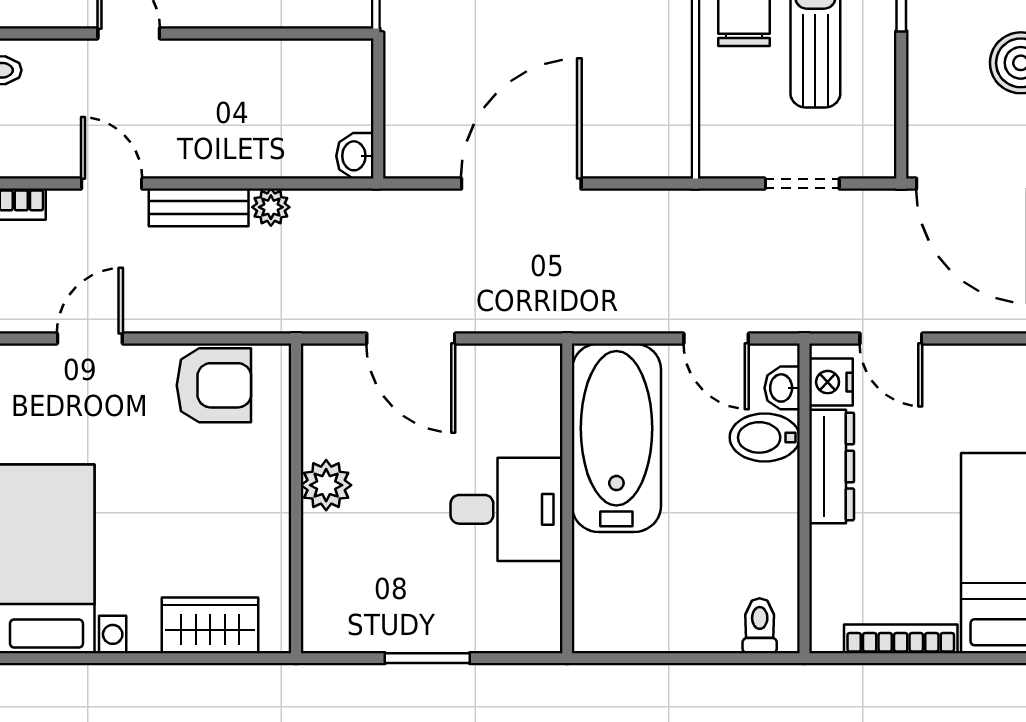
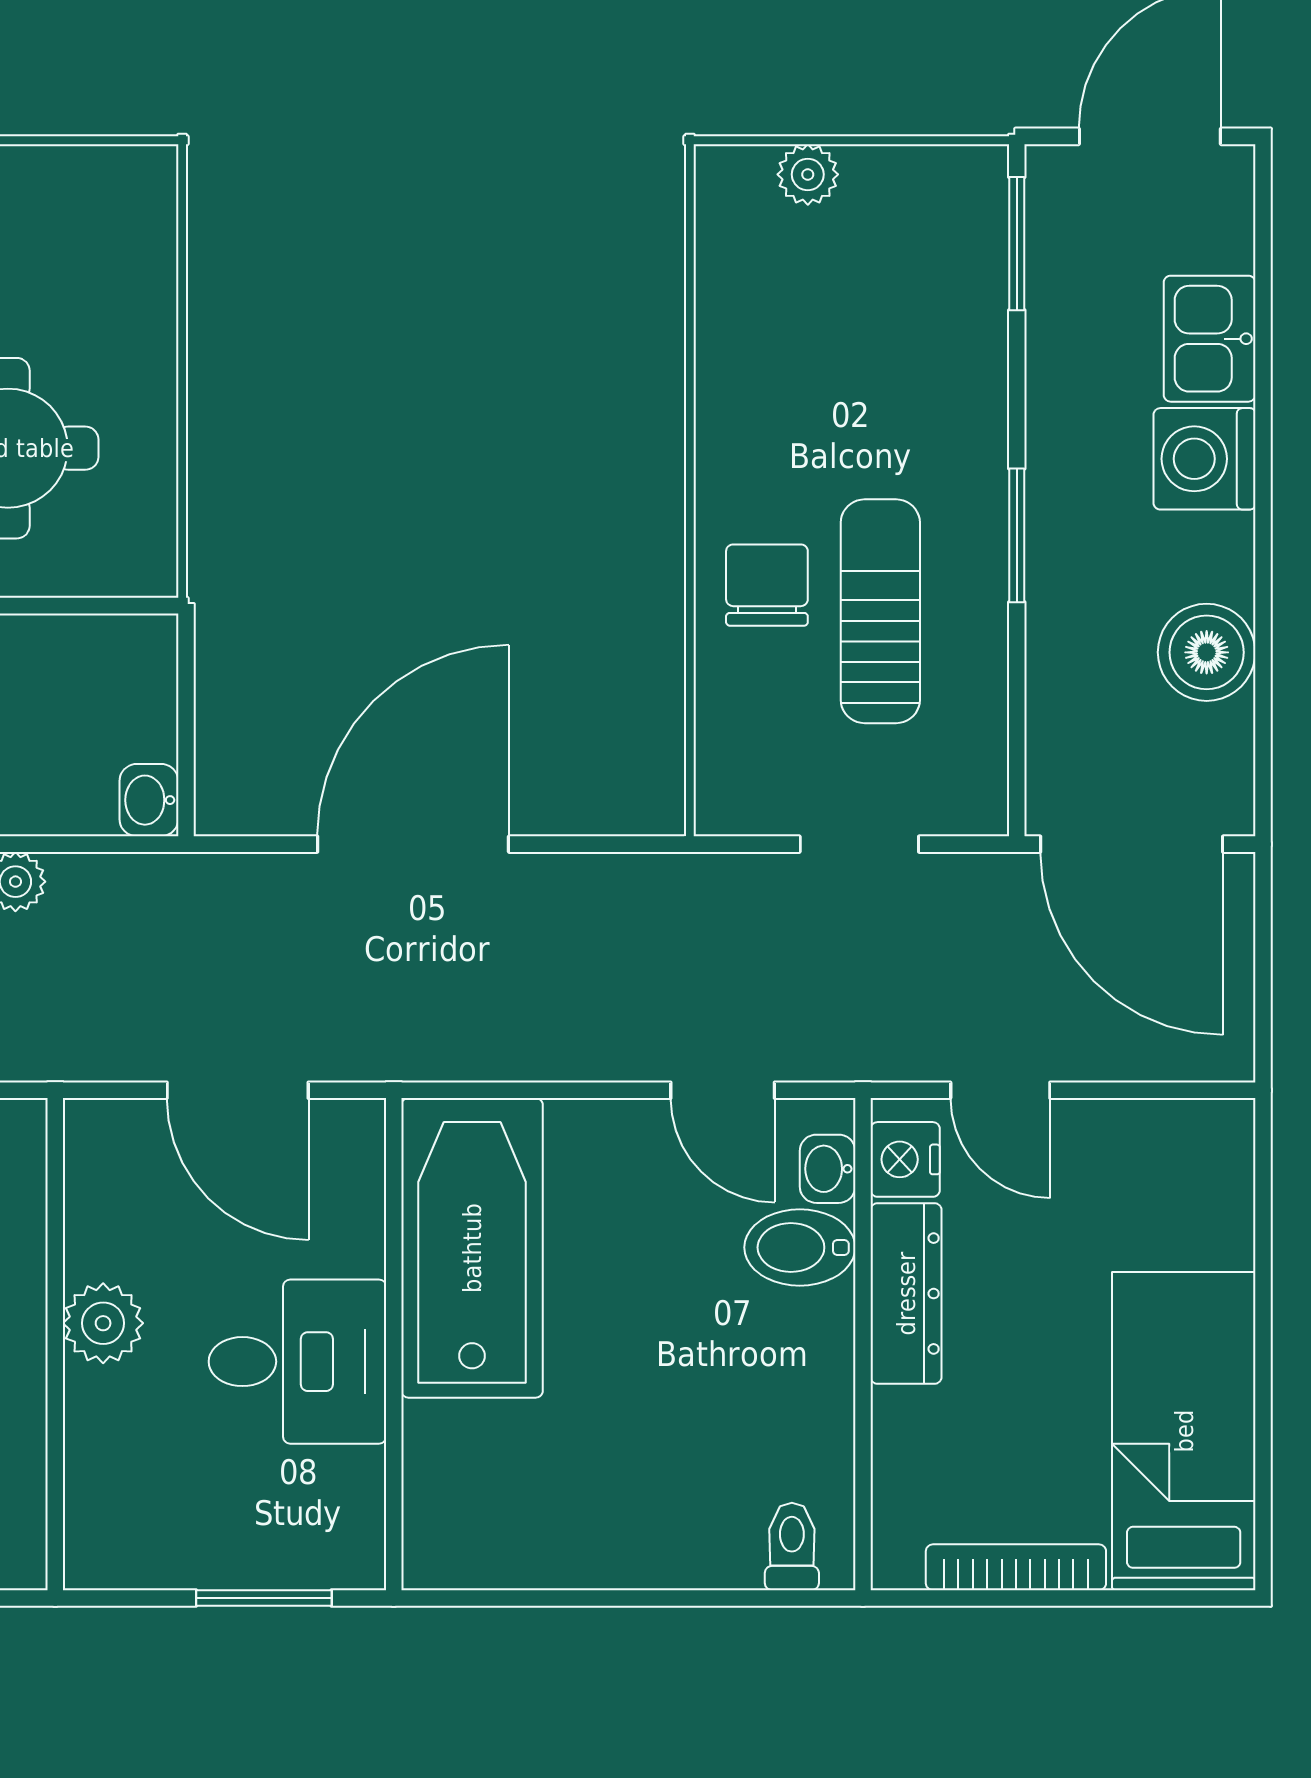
bathtub: (616, 438) -> (472, 1248), moved
wall: (567, 498) -> (394, 1344), moved
desk: (507, 509) -> (297, 1362), moved

